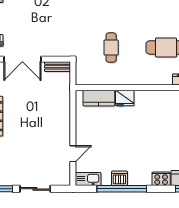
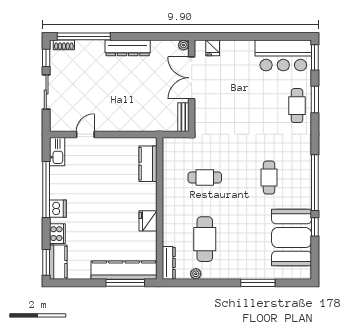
fridge: (125, 98) -> (148, 221), moved
door: (73, 154) -> (85, 134), swing flipped
dishwasher: (119, 178) -> (58, 209), moved

